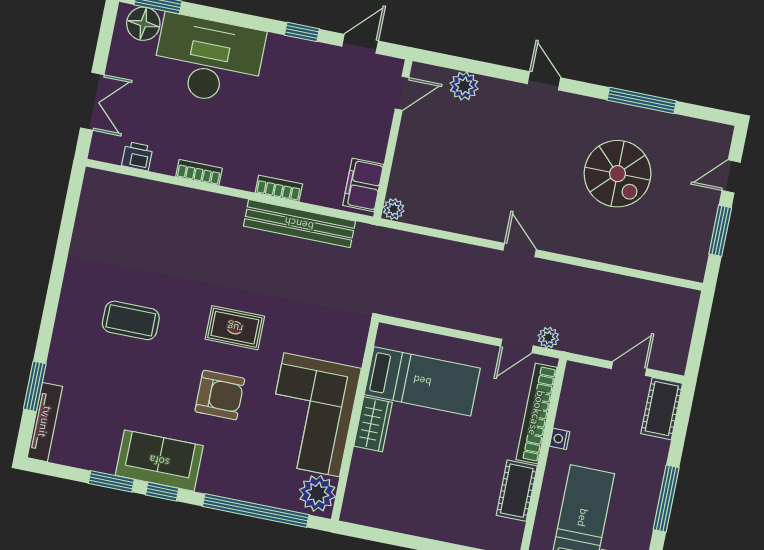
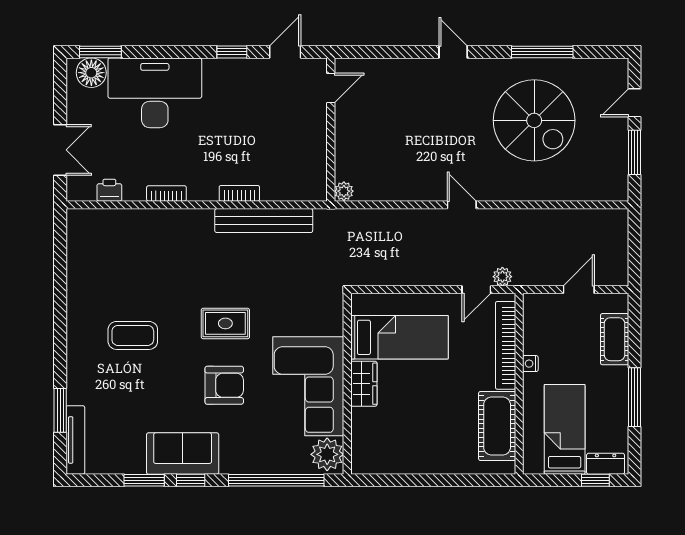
plant: (464, 86) -> (384, 71), removed
spiral stairs: (617, 174) -> (534, 120), width x1.37, depth x1.37
filing cabinet: (363, 185) -> (313, 175), removed
cot: (662, 409) -> (615, 339), moved
cot: (517, 491) -> (497, 426), width x1.37, depth x1.34

